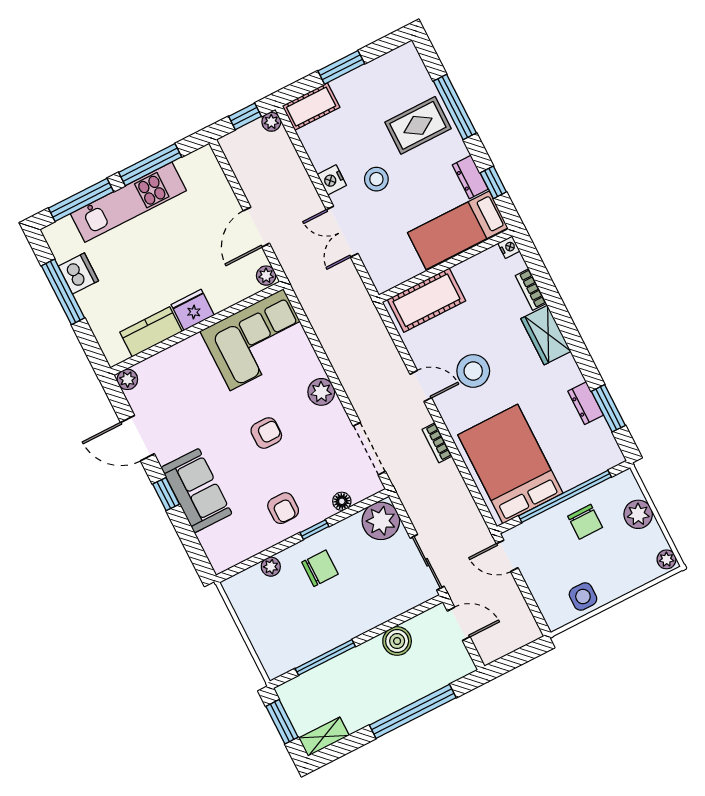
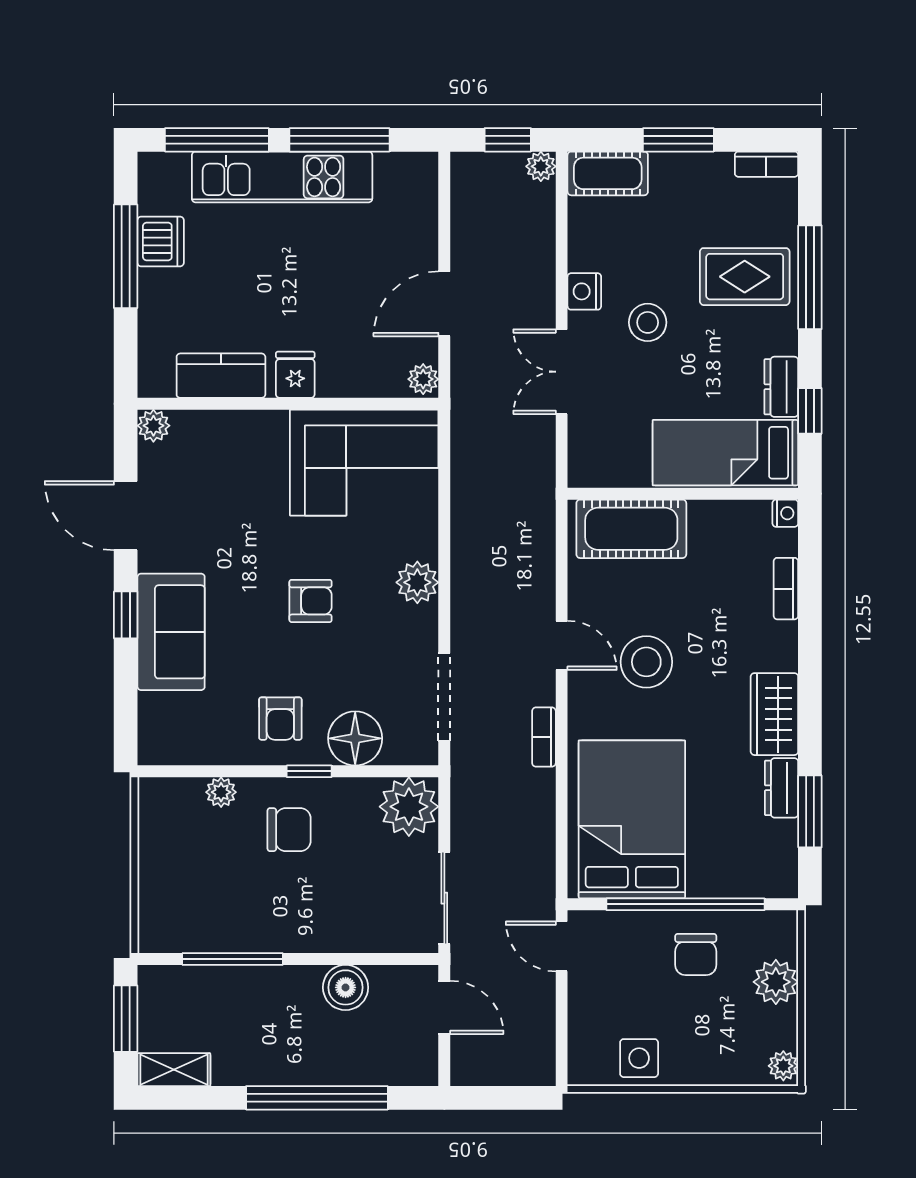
bookcase: (398, 56) -> (766, 164), added
fridge: (193, 310) -> (295, 375), width x0.72
wardrobe: (546, 335) -> (774, 714), moved
floor lamp: (342, 501) -> (355, 738), width x1.89, depth x1.89

